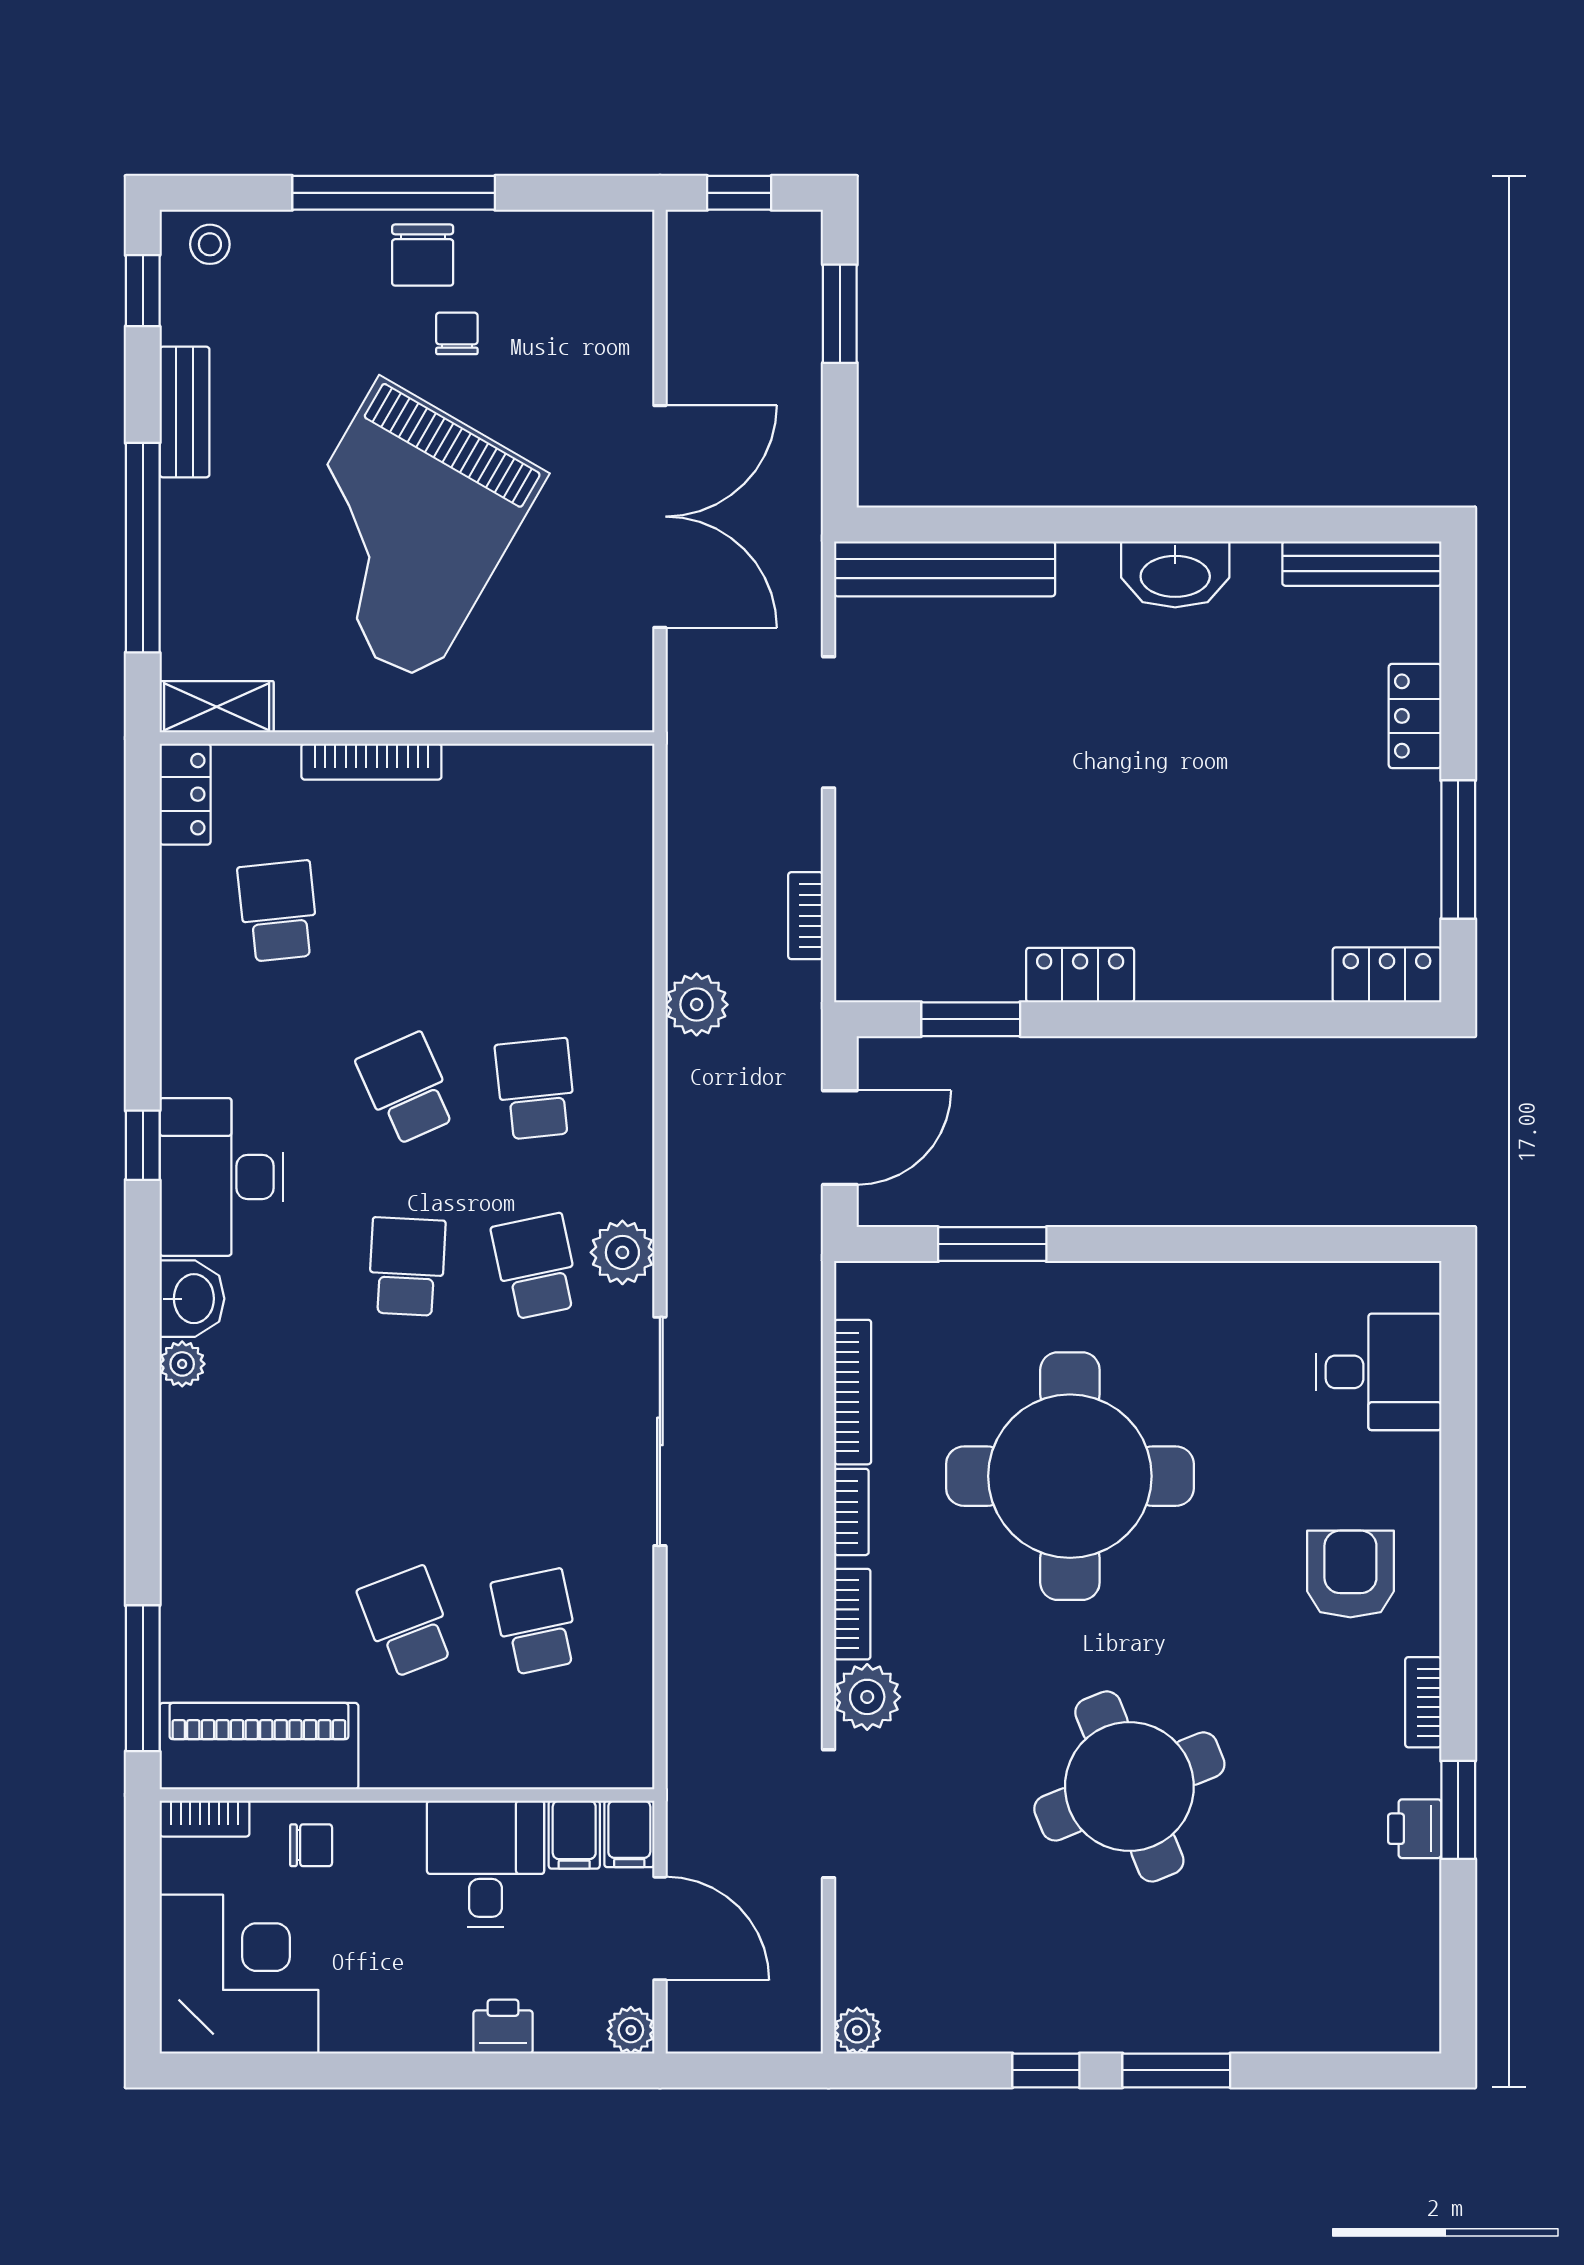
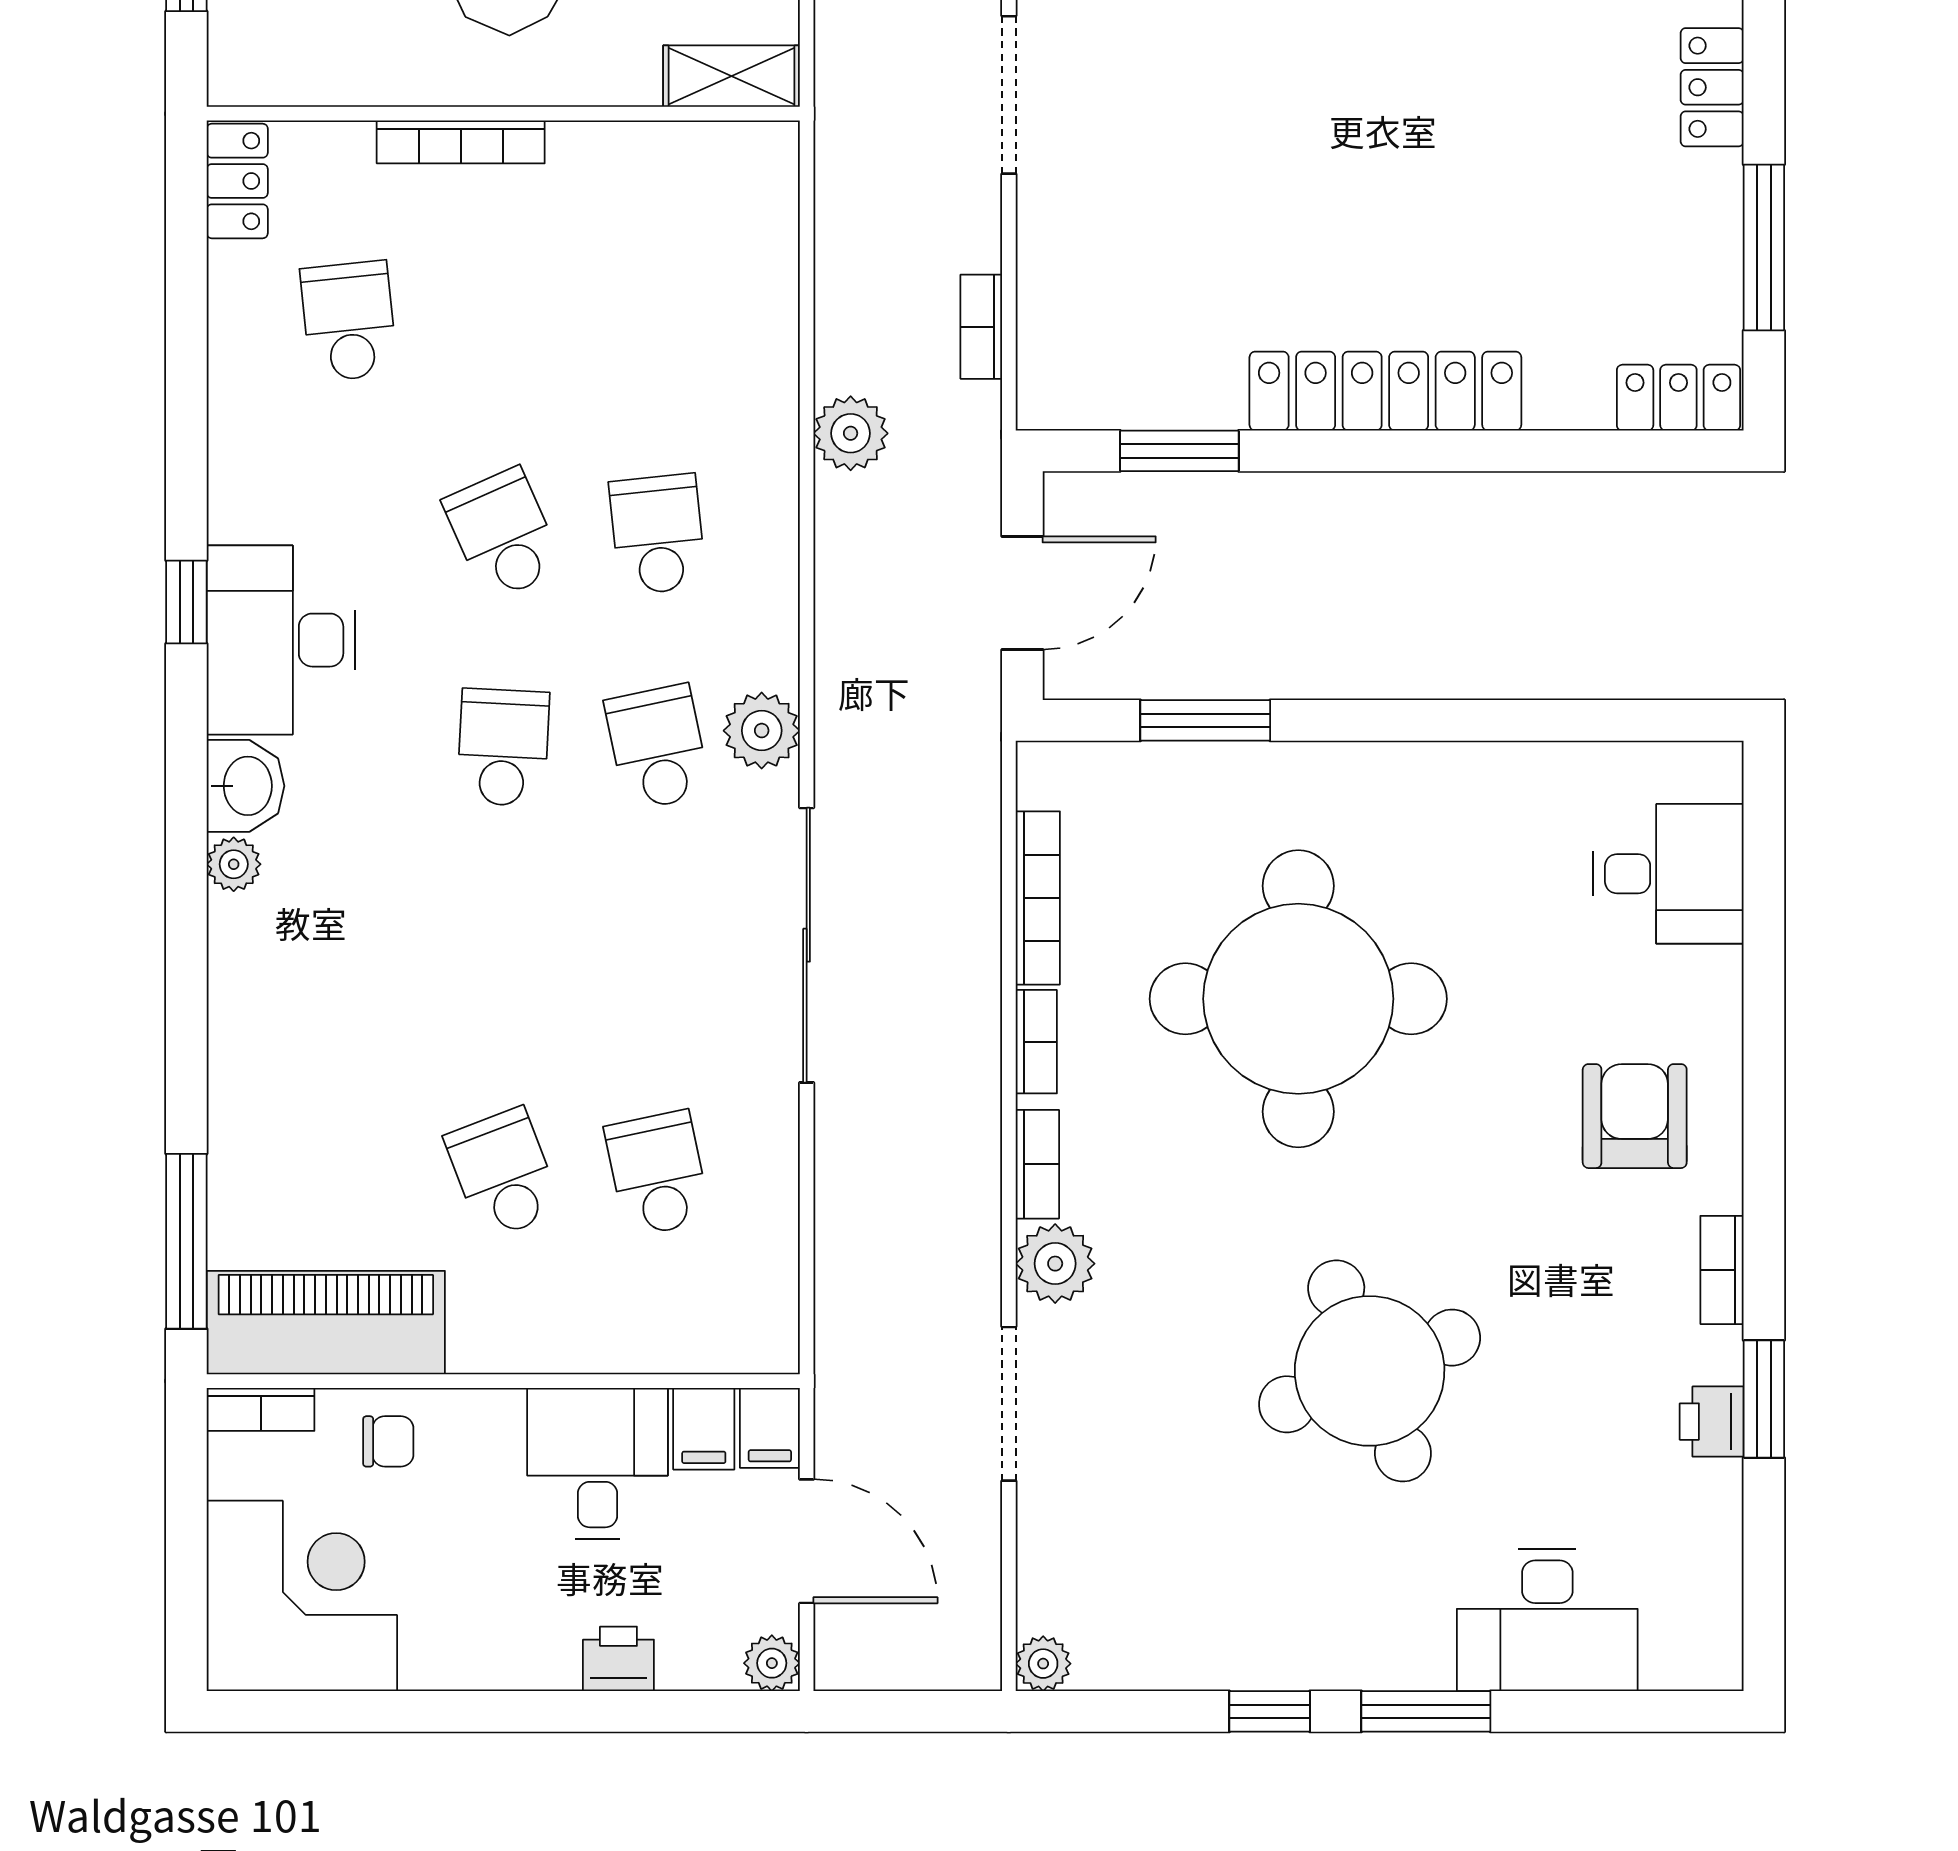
shelving: (217, 707) -> (731, 76), moved
locker: (1080, 975) -> (1385, 391), width x2.16, depth x1.21
desk: (1278, 1994) -> (1547, 1620), added

